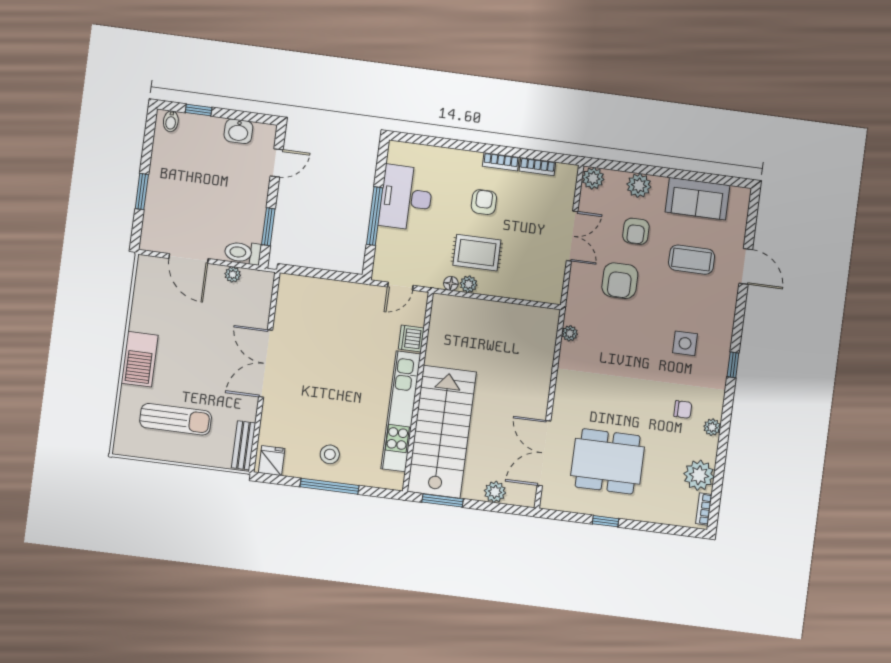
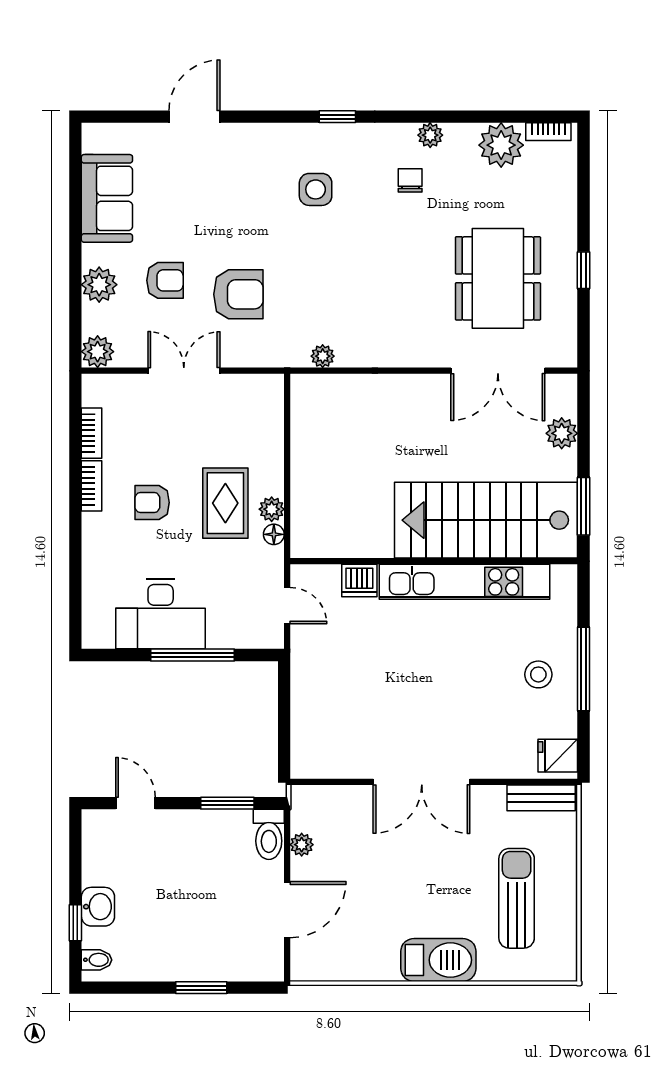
washbasin: (238, 131) -> (98, 907), moved
coffee table: (692, 260) -> (195, 196), removed

